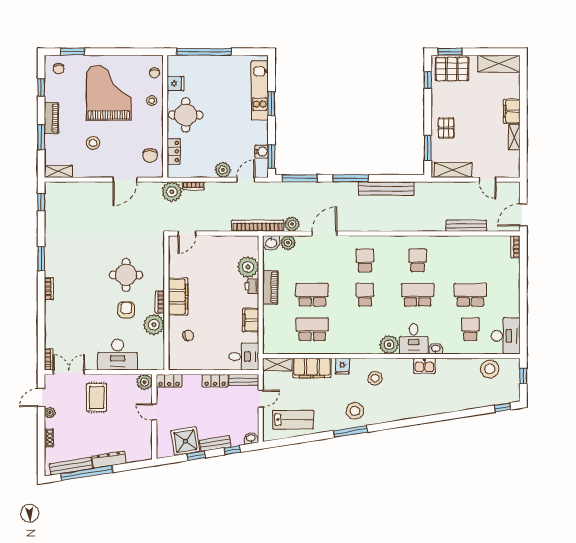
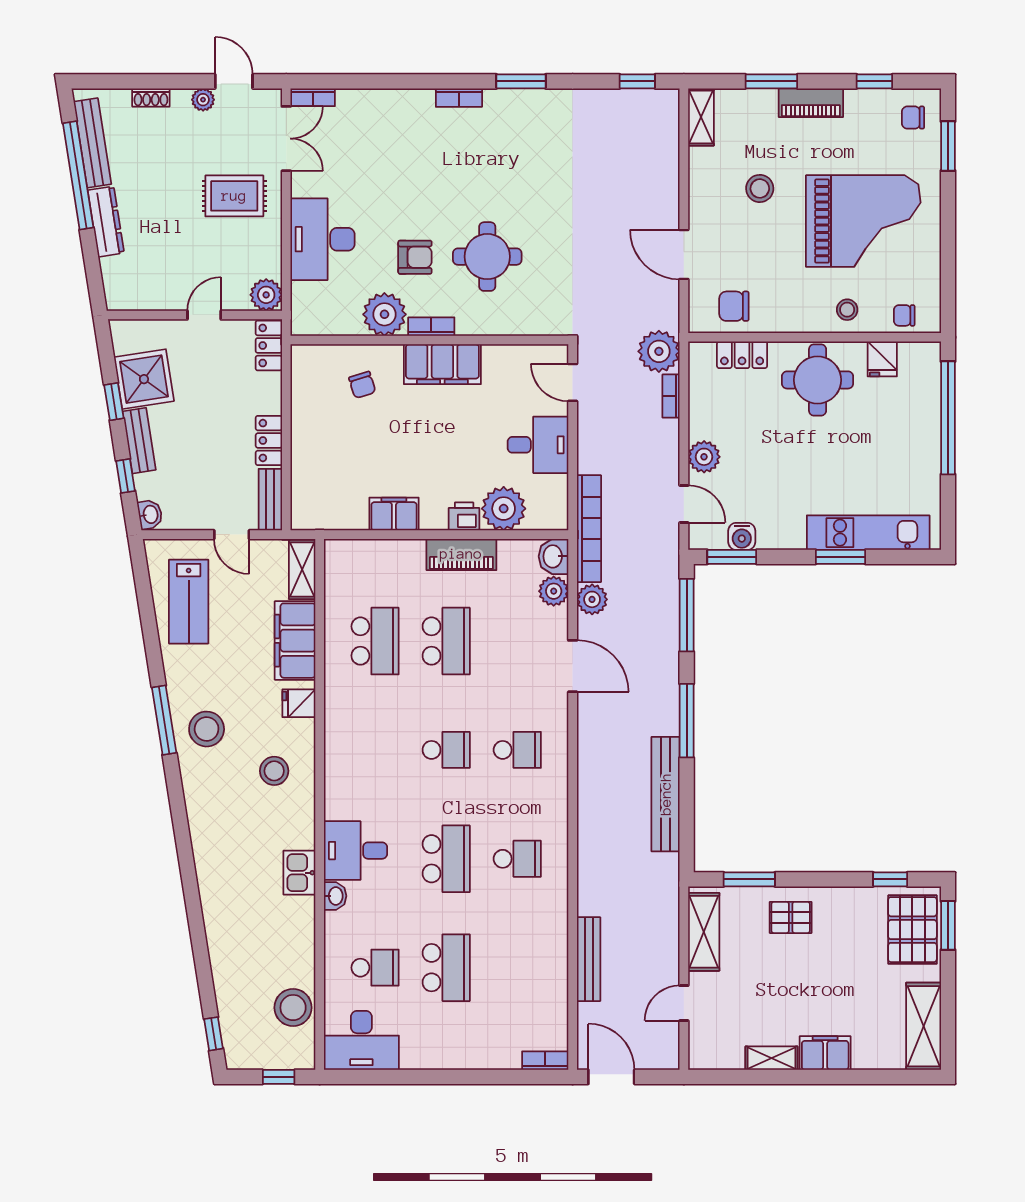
plant: (389, 345) -> (343, 800), removed
desk: (244, 357) -> (538, 445), moved, turned -90

